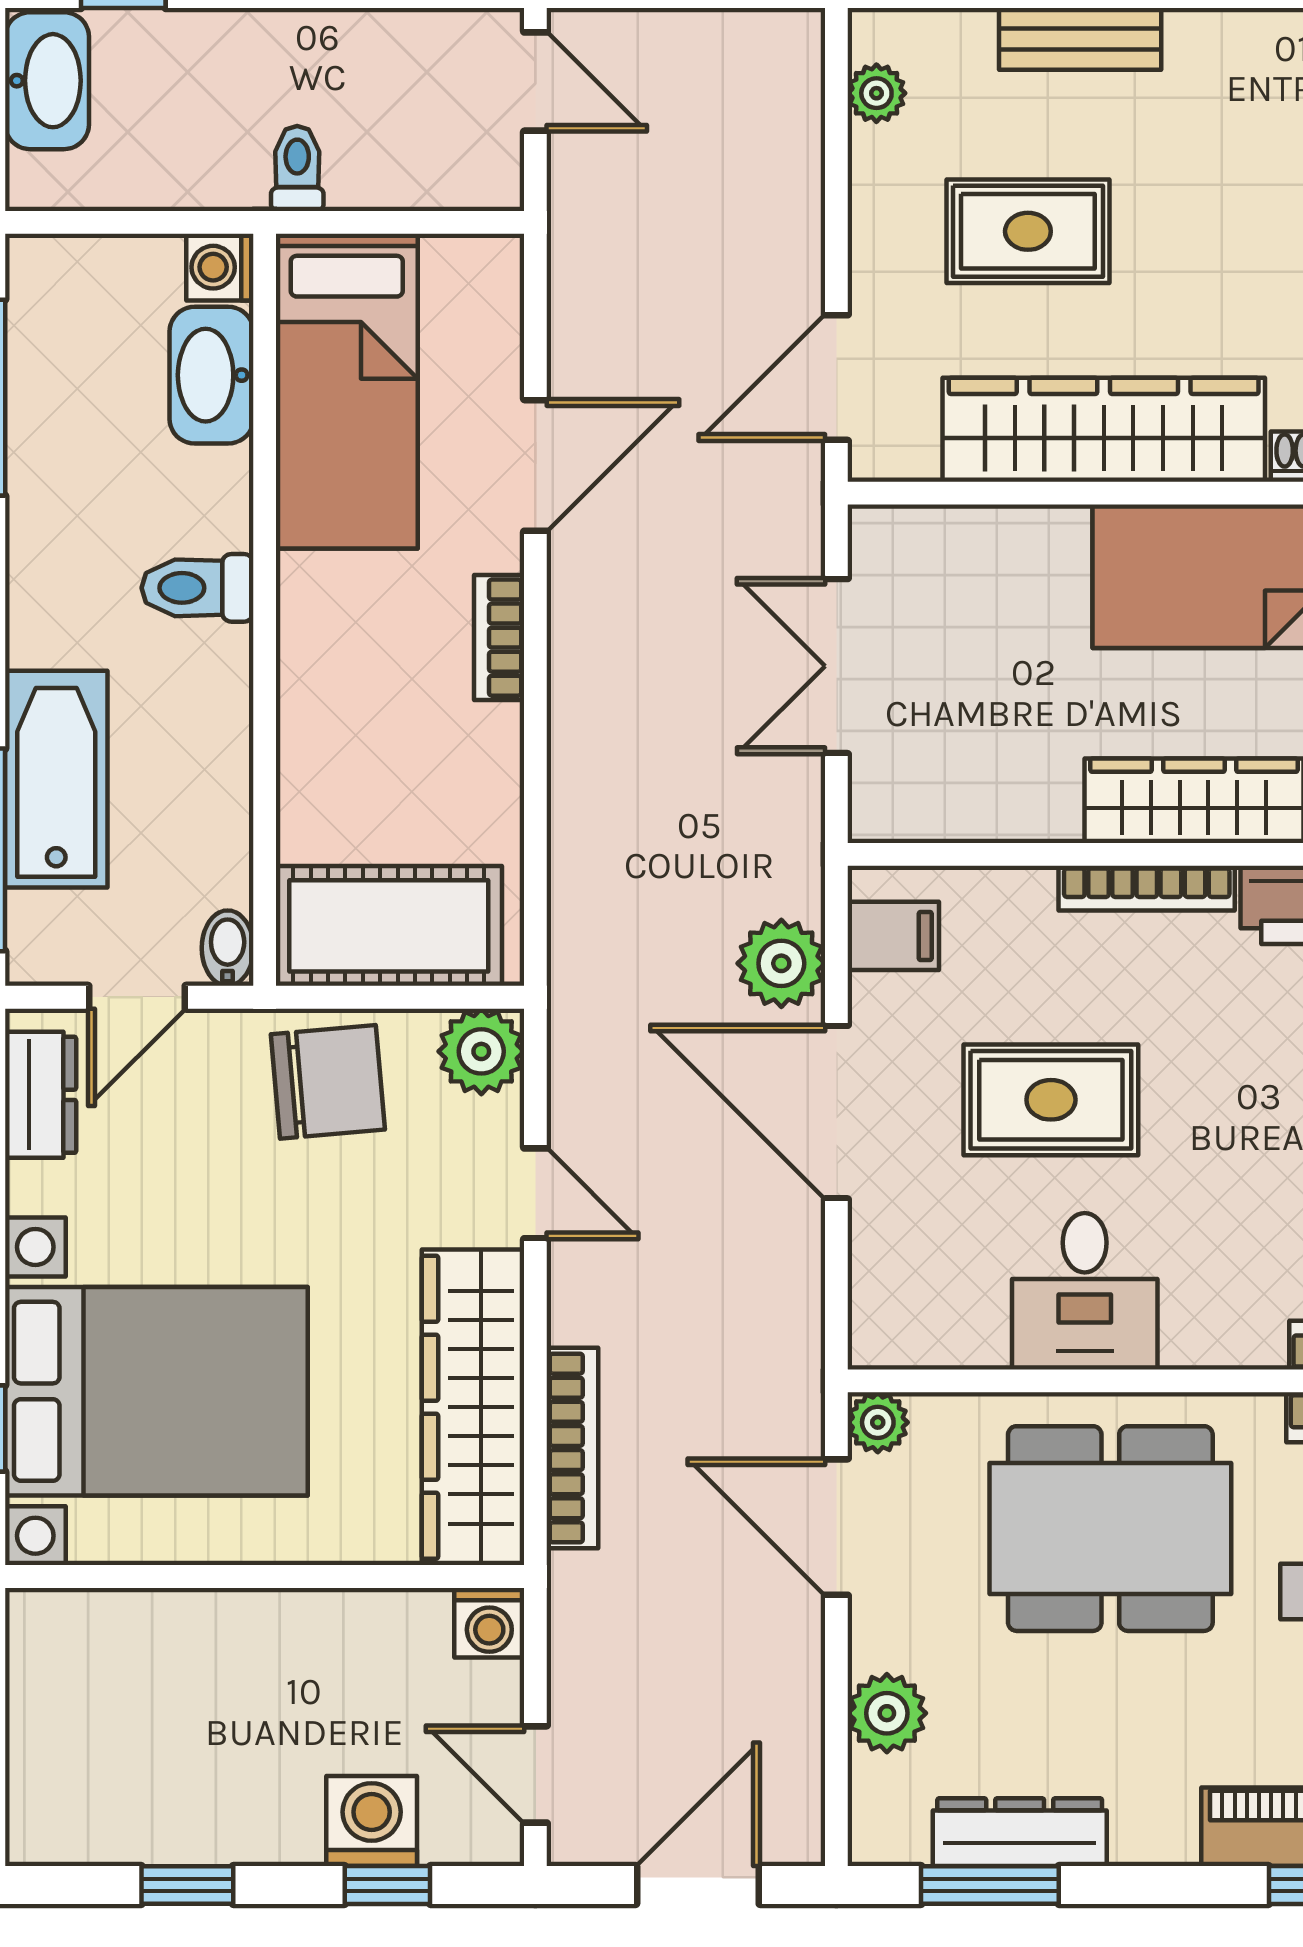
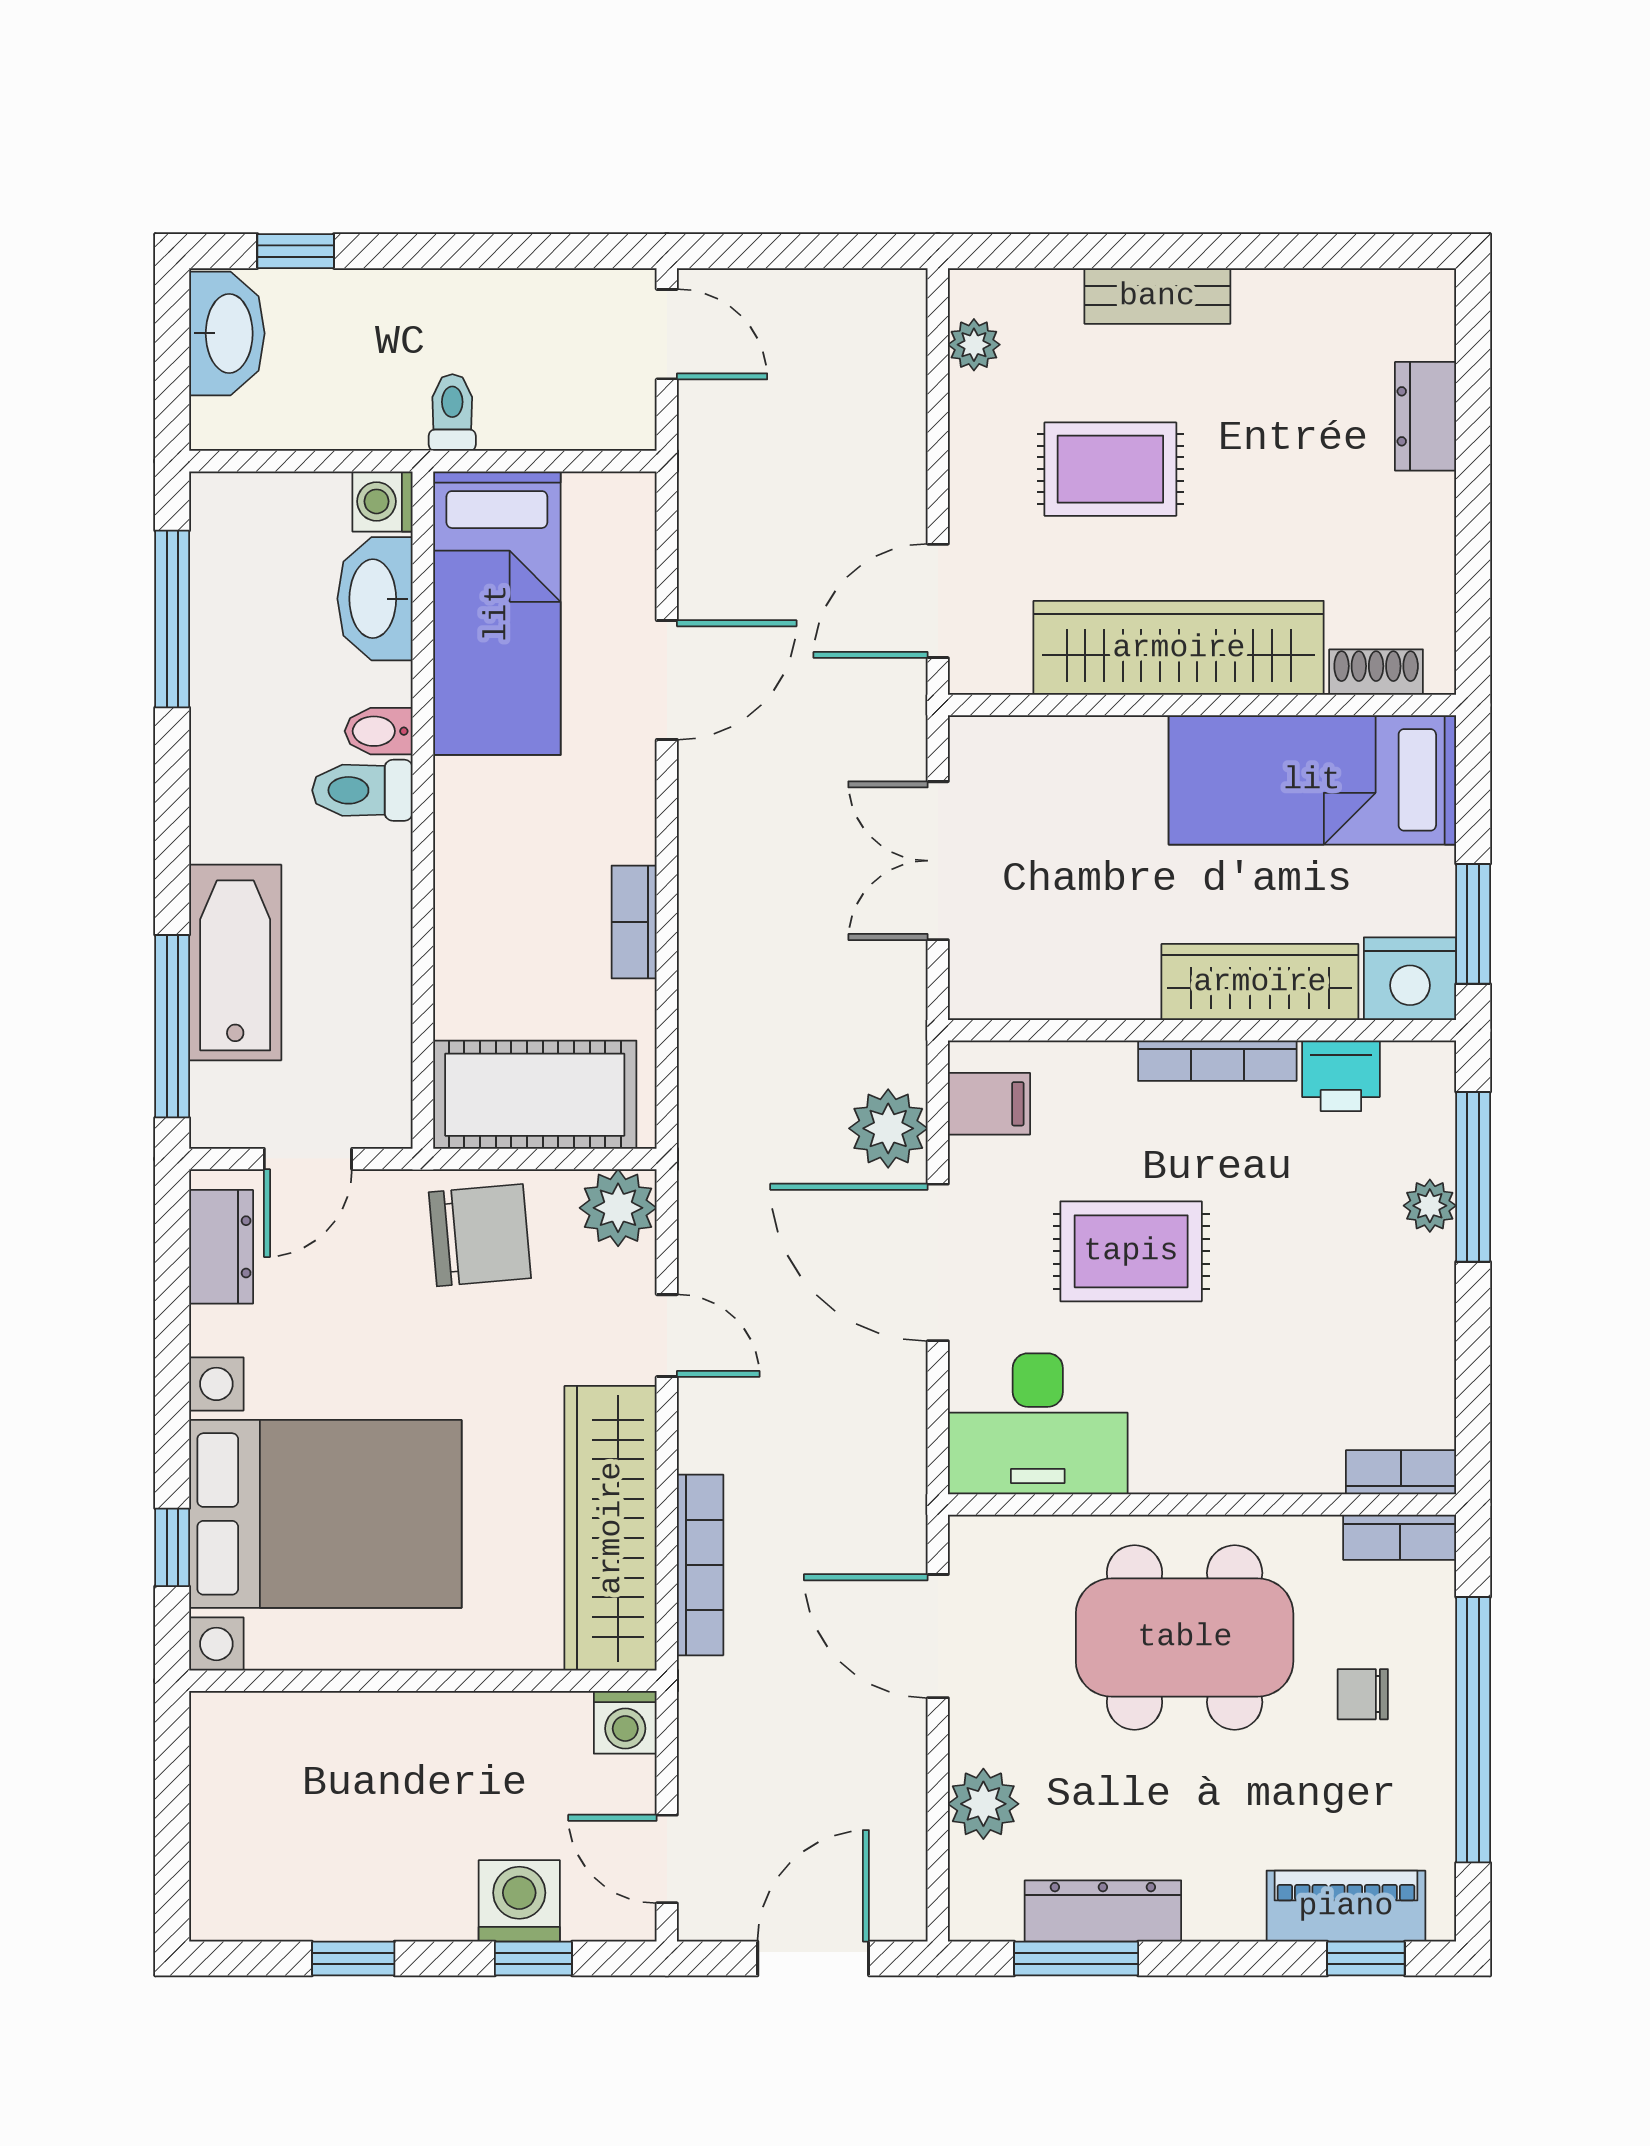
bookcase: (499, 638) -> (634, 922), moved
bidet: (228, 948) -> (379, 731), moved, turned -90
desk: (1085, 1291) -> (1038, 1424), moved, width x1.37
plant: (878, 1422) -> (975, 1542), removed

